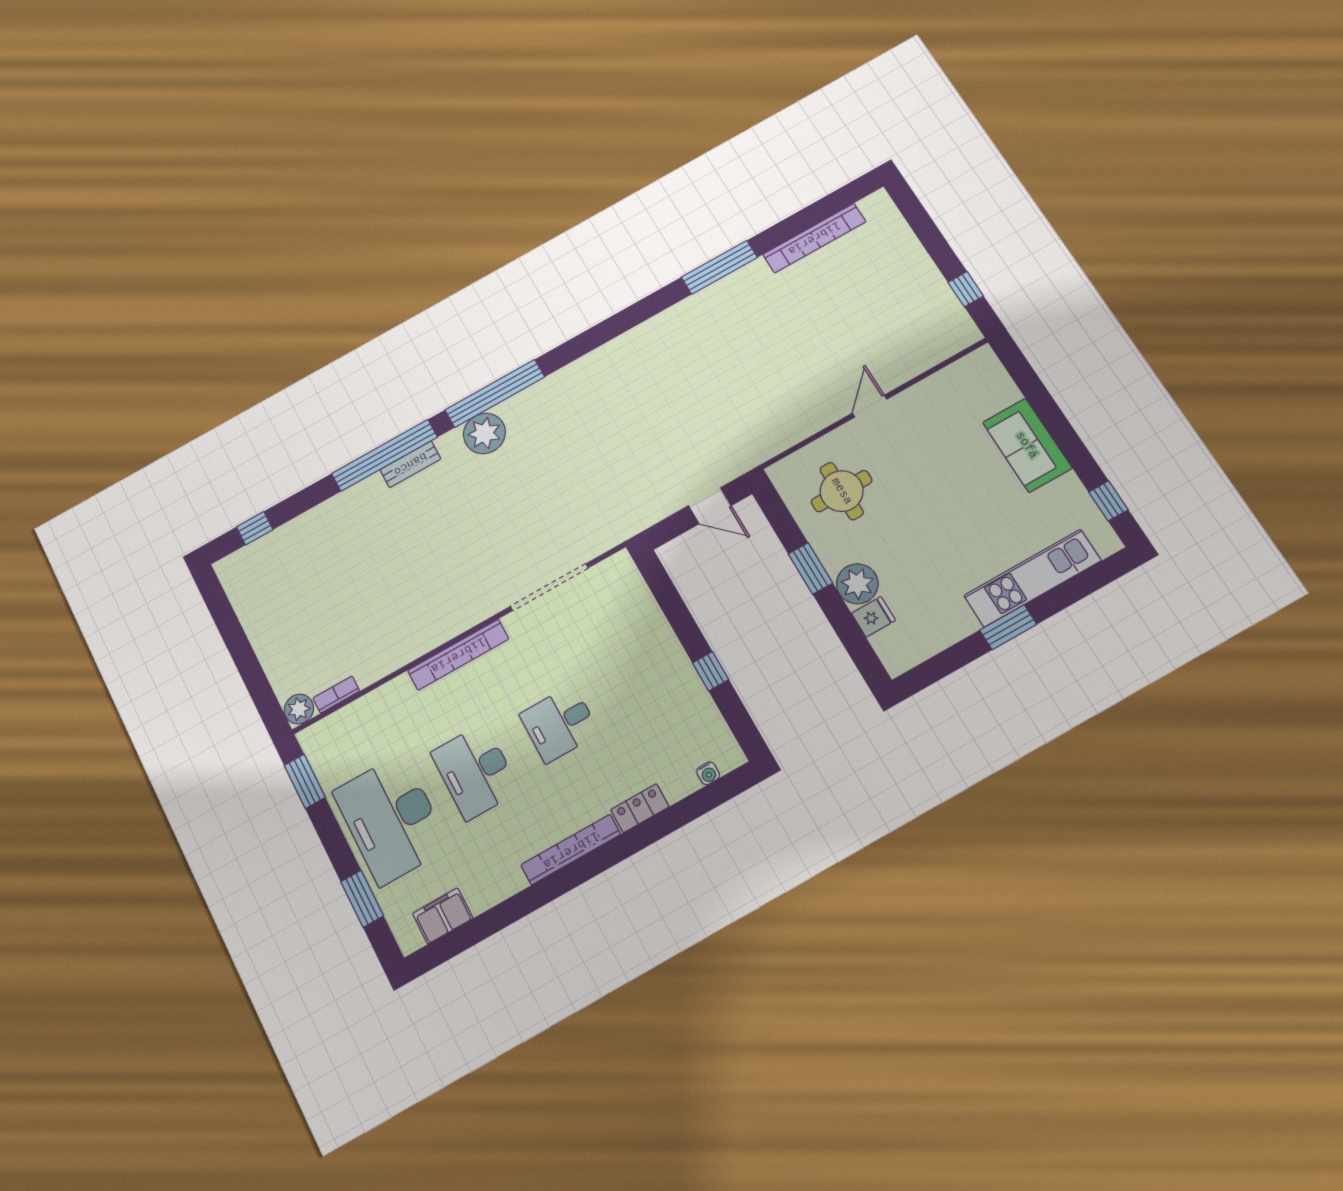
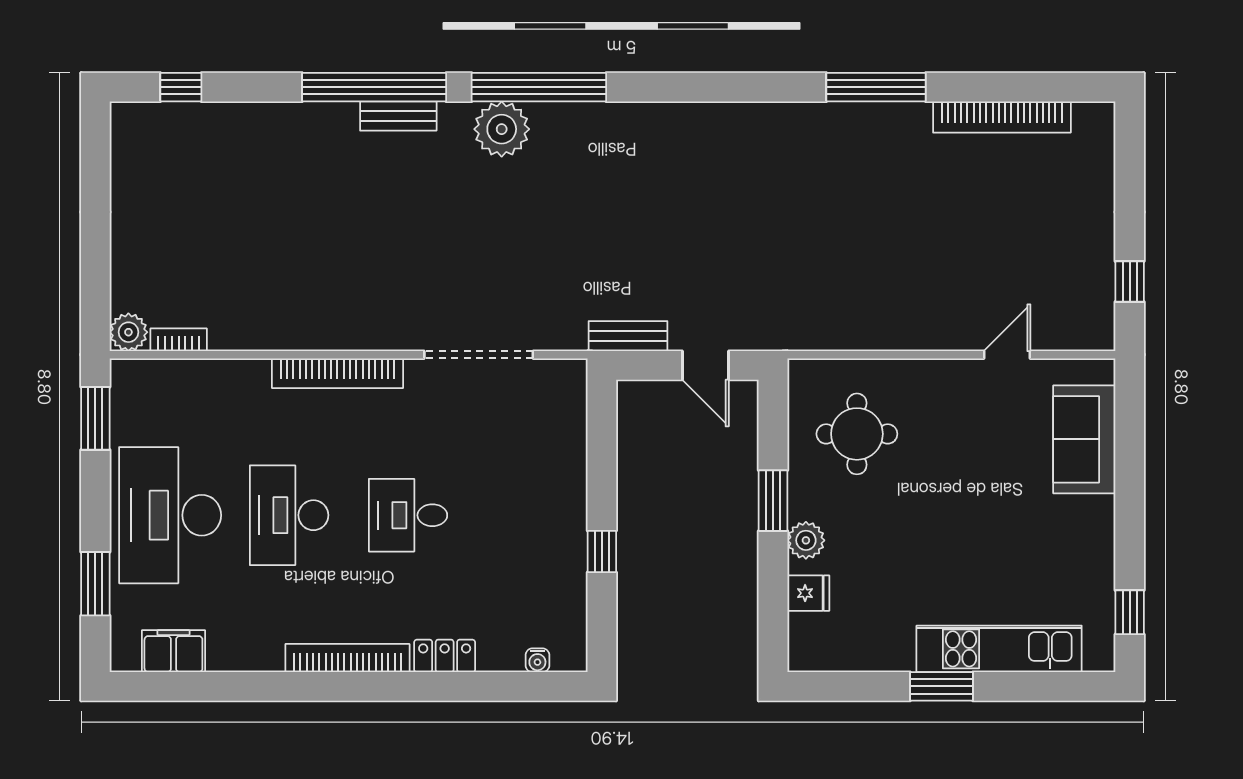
door: (870, 406) -> (1007, 355), moved
sofa: (1027, 445) -> (1084, 439), moved
bench: (645, 517) -> (628, 336), added
plant: (857, 584) -> (806, 540), width x0.73, depth x0.73

